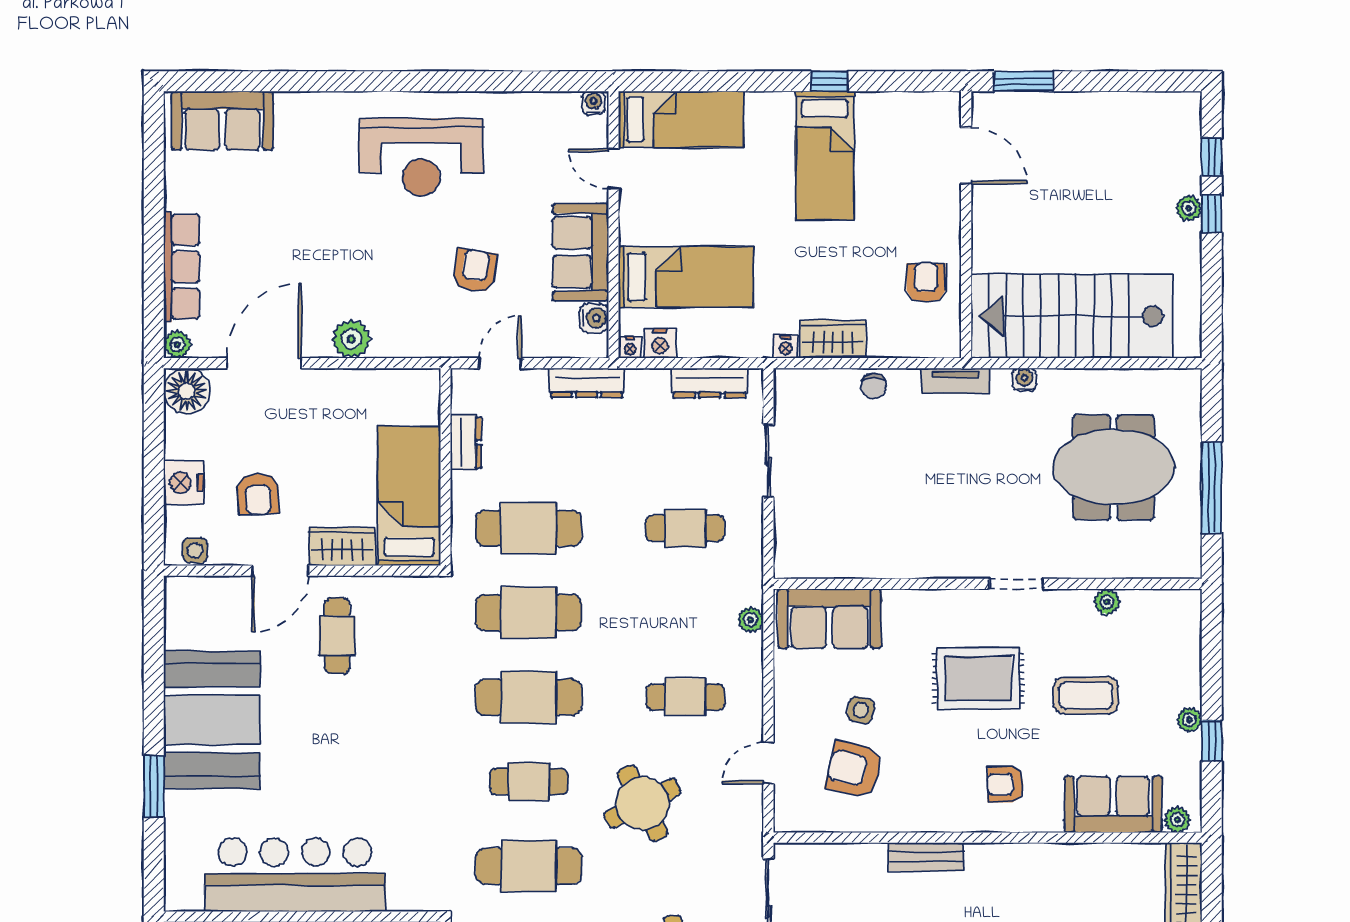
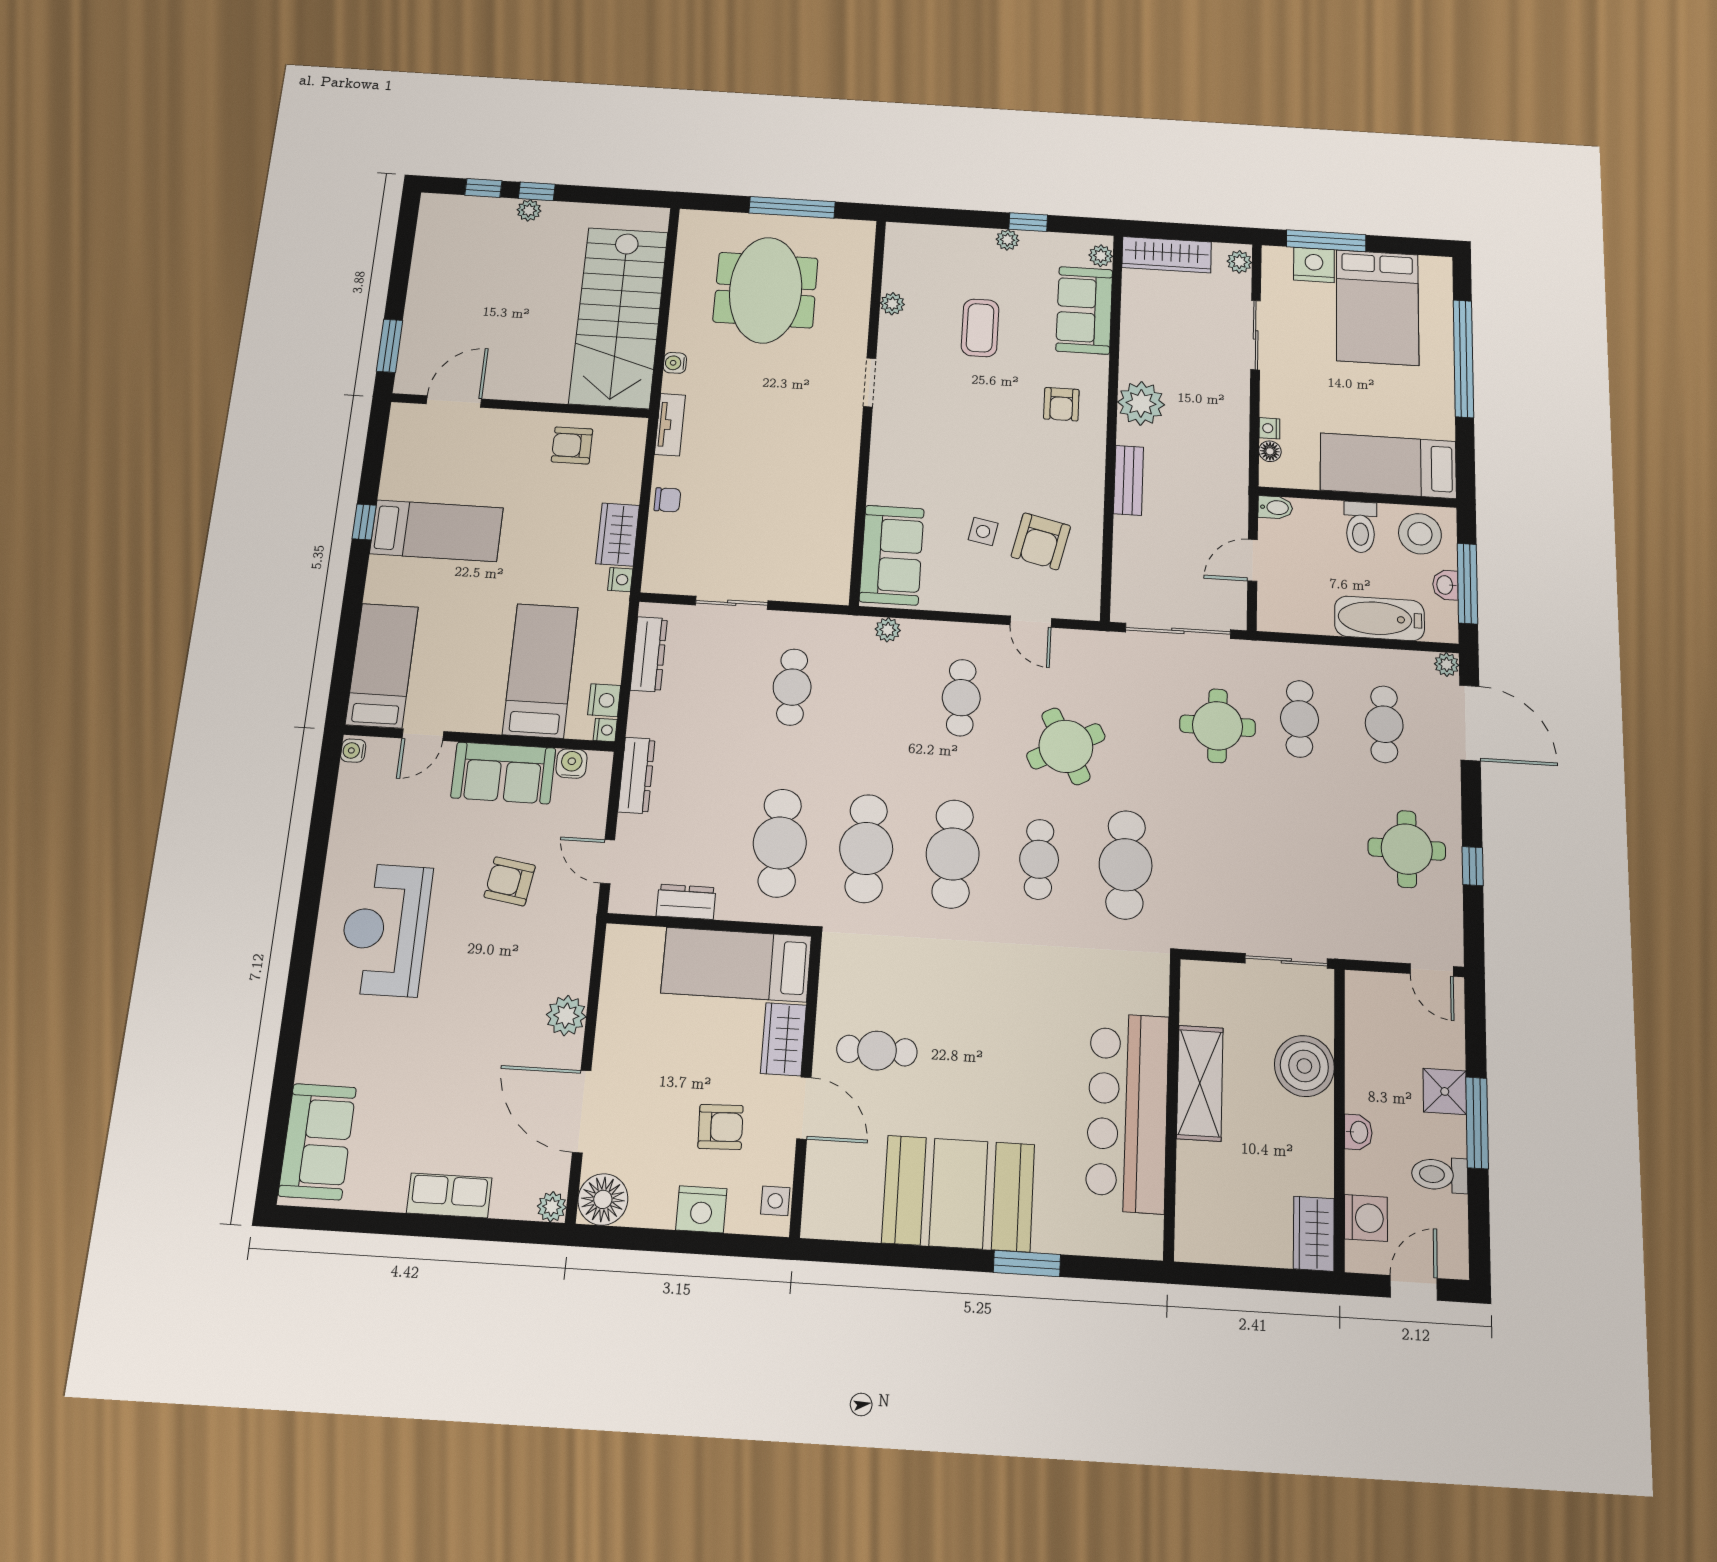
reception desk: (421, 157) -> (385, 930), turned 180
row of seats: (182, 267) -> (449, 1196), width x0.68
rug: (978, 678) -> (958, 422), removed
plant: (1012, 867) -> (1141, 403), added

